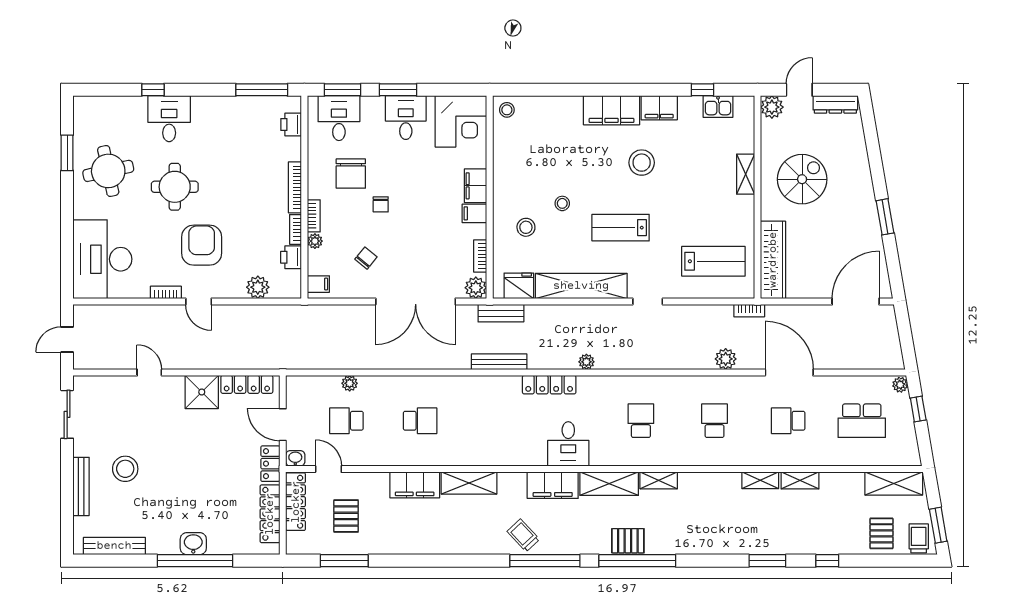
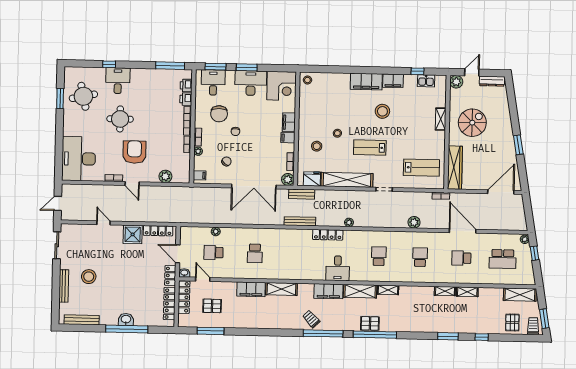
desk: (406, 118) -> (251, 83), width x1.37
round table: (108, 171) -> (83, 96), moved
printer: (291, 257) -> (186, 99), moved
plant: (726, 359) -> (414, 222), moved
school desk: (420, 421) -> (255, 253), turned 90
pallet: (346, 516) -> (212, 306), turned 90

